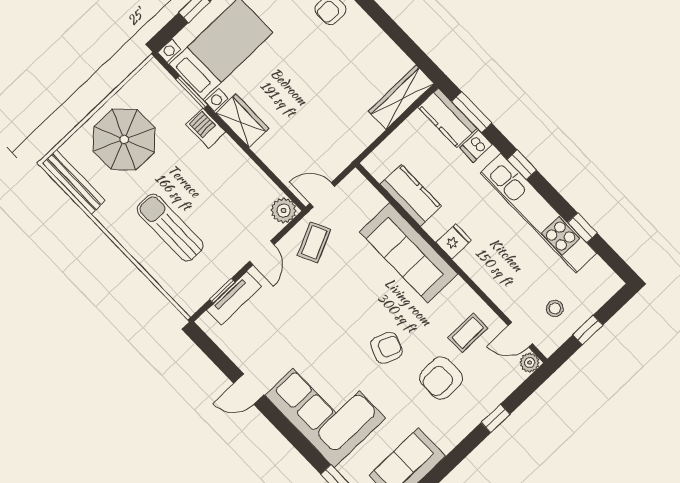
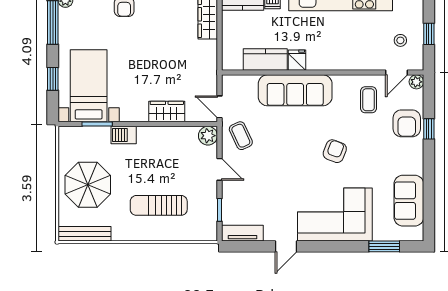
wardrobe: (242, 121) -> (167, 112), moved
door: (322, 195) -> (220, 107), hinge flipped
fridge: (454, 241) -> (297, 60), moved
tv unit: (234, 298) -> (242, 233), moved, turned -90
armchair: (441, 378) -> (407, 123), moved

